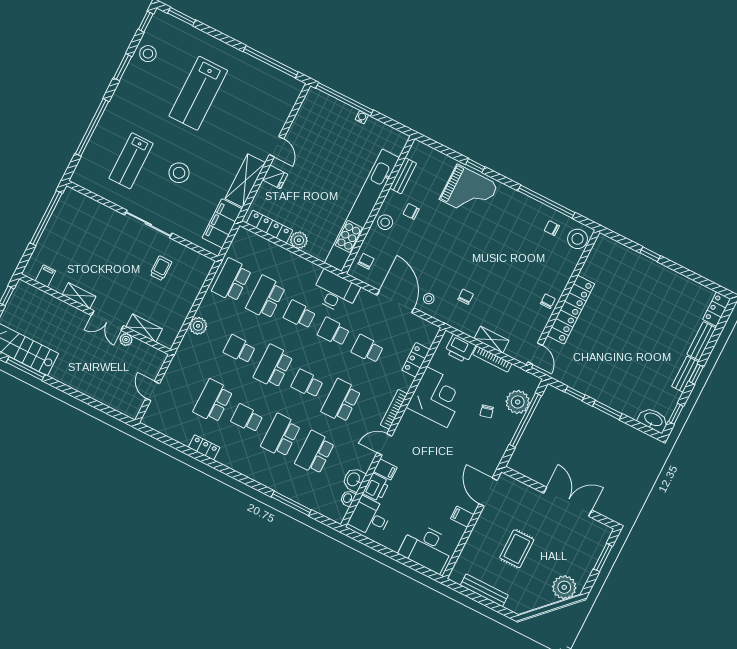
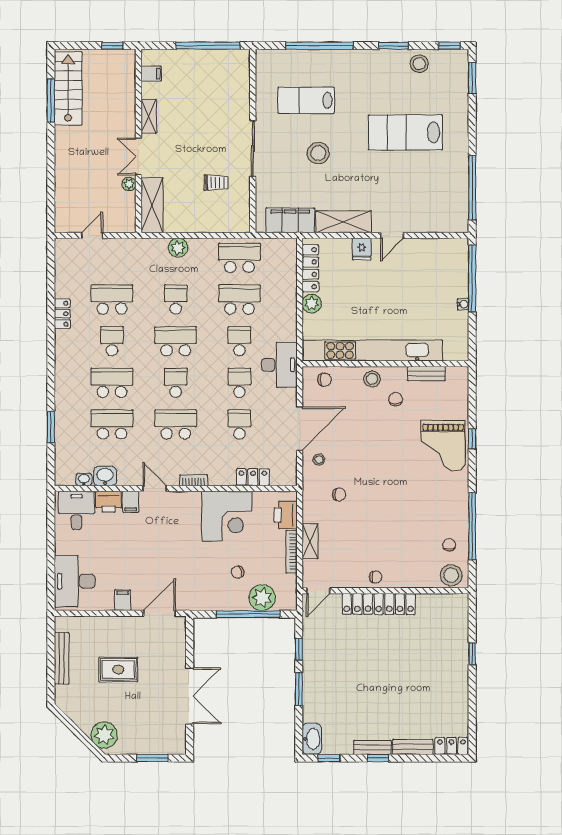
shelving: (144, 328) -> (152, 205), width x1.50, depth x1.33
bookcase: (394, 409) -> (194, 480), width x0.64
window: (291, 503) -> (51, 427), width x0.69

